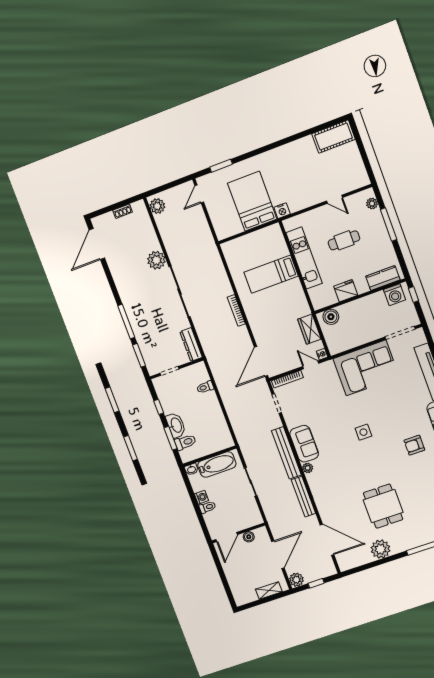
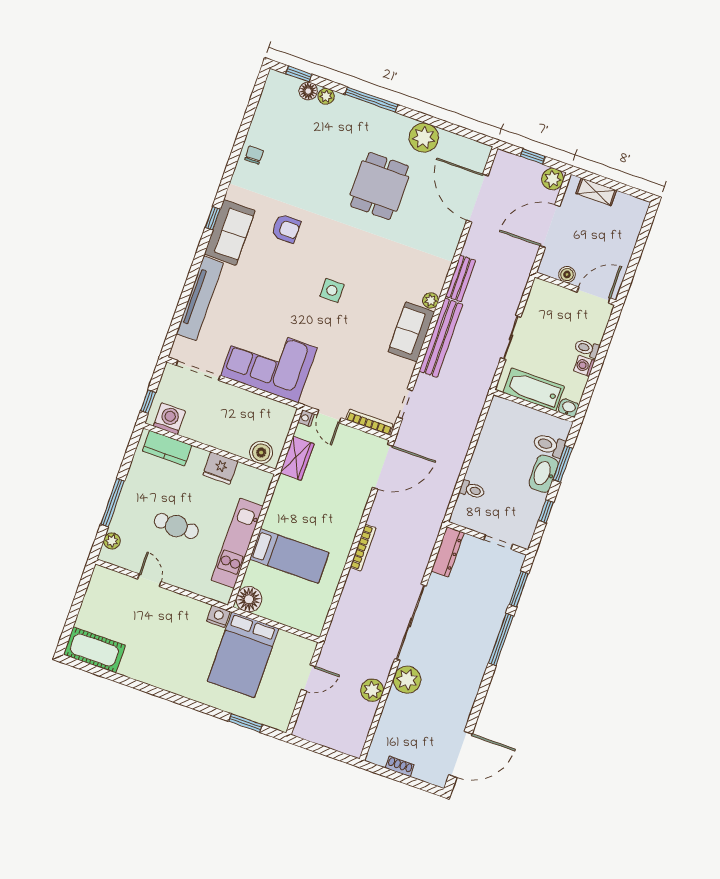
door: (199, 194) -> (308, 678), moved
plant: (157, 206) -> (372, 690), moved
floor lamp: (273, 233) -> (249, 599), added
bench: (303, 497) -> (460, 278), width x0.73

